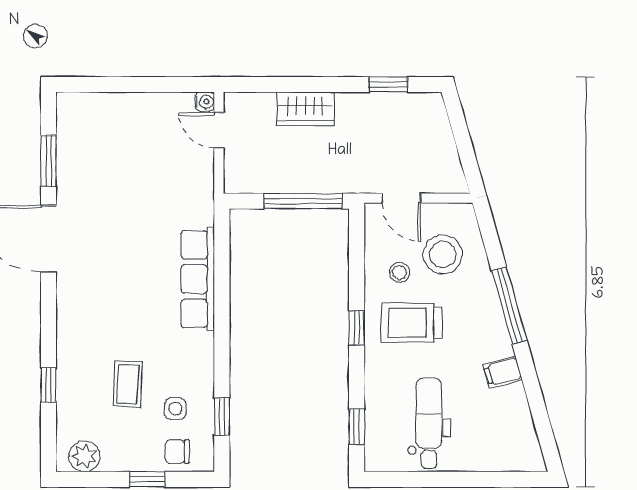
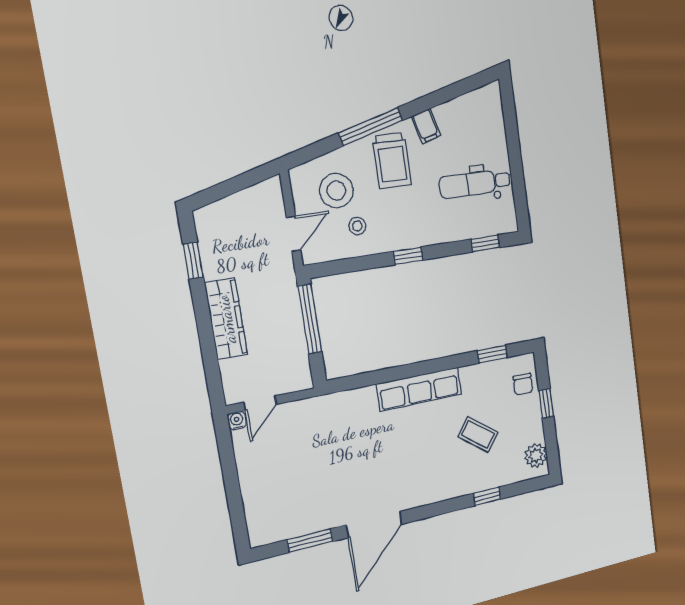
wardrobe: (305, 109) -> (226, 319), width x1.50
row of seats: (198, 279) -> (419, 389), moved
trolley: (412, 323) -> (392, 160), moved
coffee table: (128, 384) -> (478, 434), turned 34
side table: (175, 409) -> (491, 392), removed

